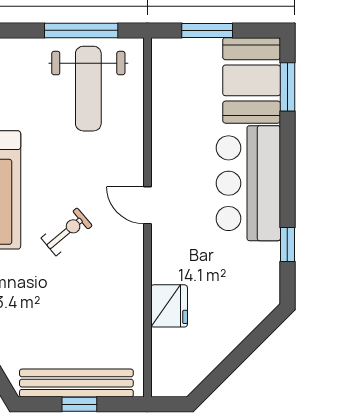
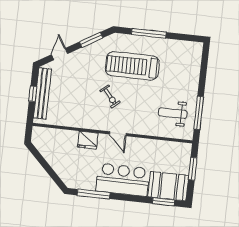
weight bench: (88, 89) -> (173, 113), width x0.73, depth x0.75
door: (147, 205) -> (118, 134), swing flipped
window: (287, 244) -> (94, 194), width x2.17
fridge: (169, 306) -> (88, 140), moved

